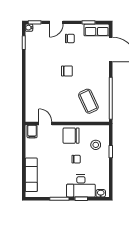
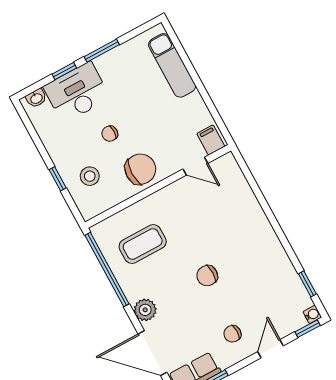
plant: (103, 71) -> (145, 310), added
coffee table: (88, 101) -> (143, 244), turned -65

